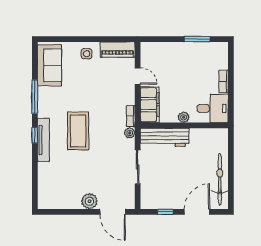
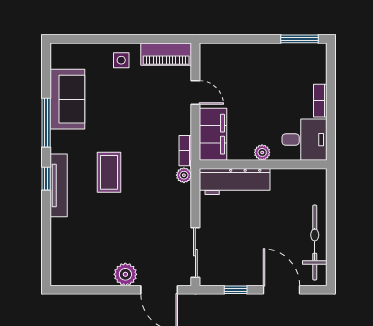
window: (197, 39) -> (300, 39), moved
sofa: (49, 65) -> (67, 99), moved
coffee table: (78, 131) -> (109, 172), width x0.73, depth x0.76
sliding door: (138, 167) -> (195, 253), moved
door: (197, 212) -> (282, 290), hinge flipped

